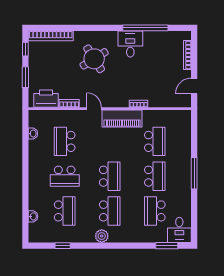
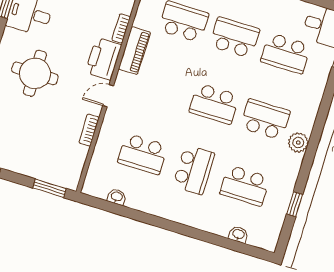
round table: (94, 59) -> (35, 73), turned 32
window: (25, 77) -> (49, 188), moved
printer: (46, 99) -> (103, 59), moved
piano: (122, 118) -> (134, 51), width x0.73, depth x0.75
school desk: (110, 176) -> (214, 104), turned 180
school desk: (65, 211) -> (245, 186), turned 180

